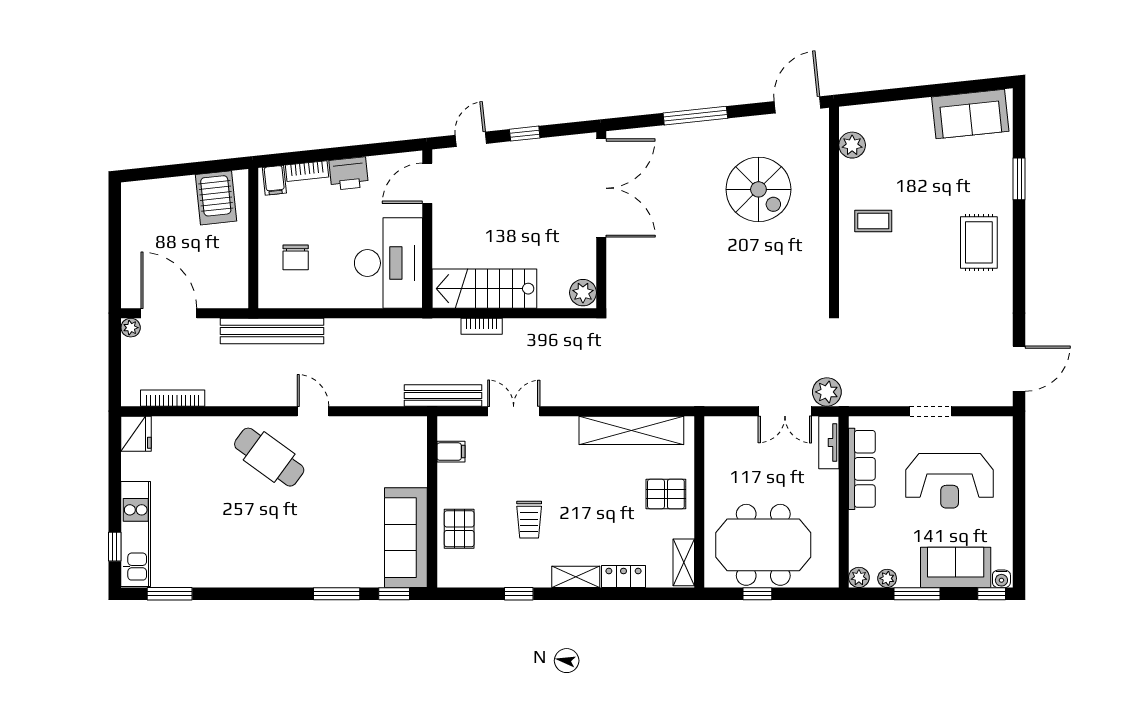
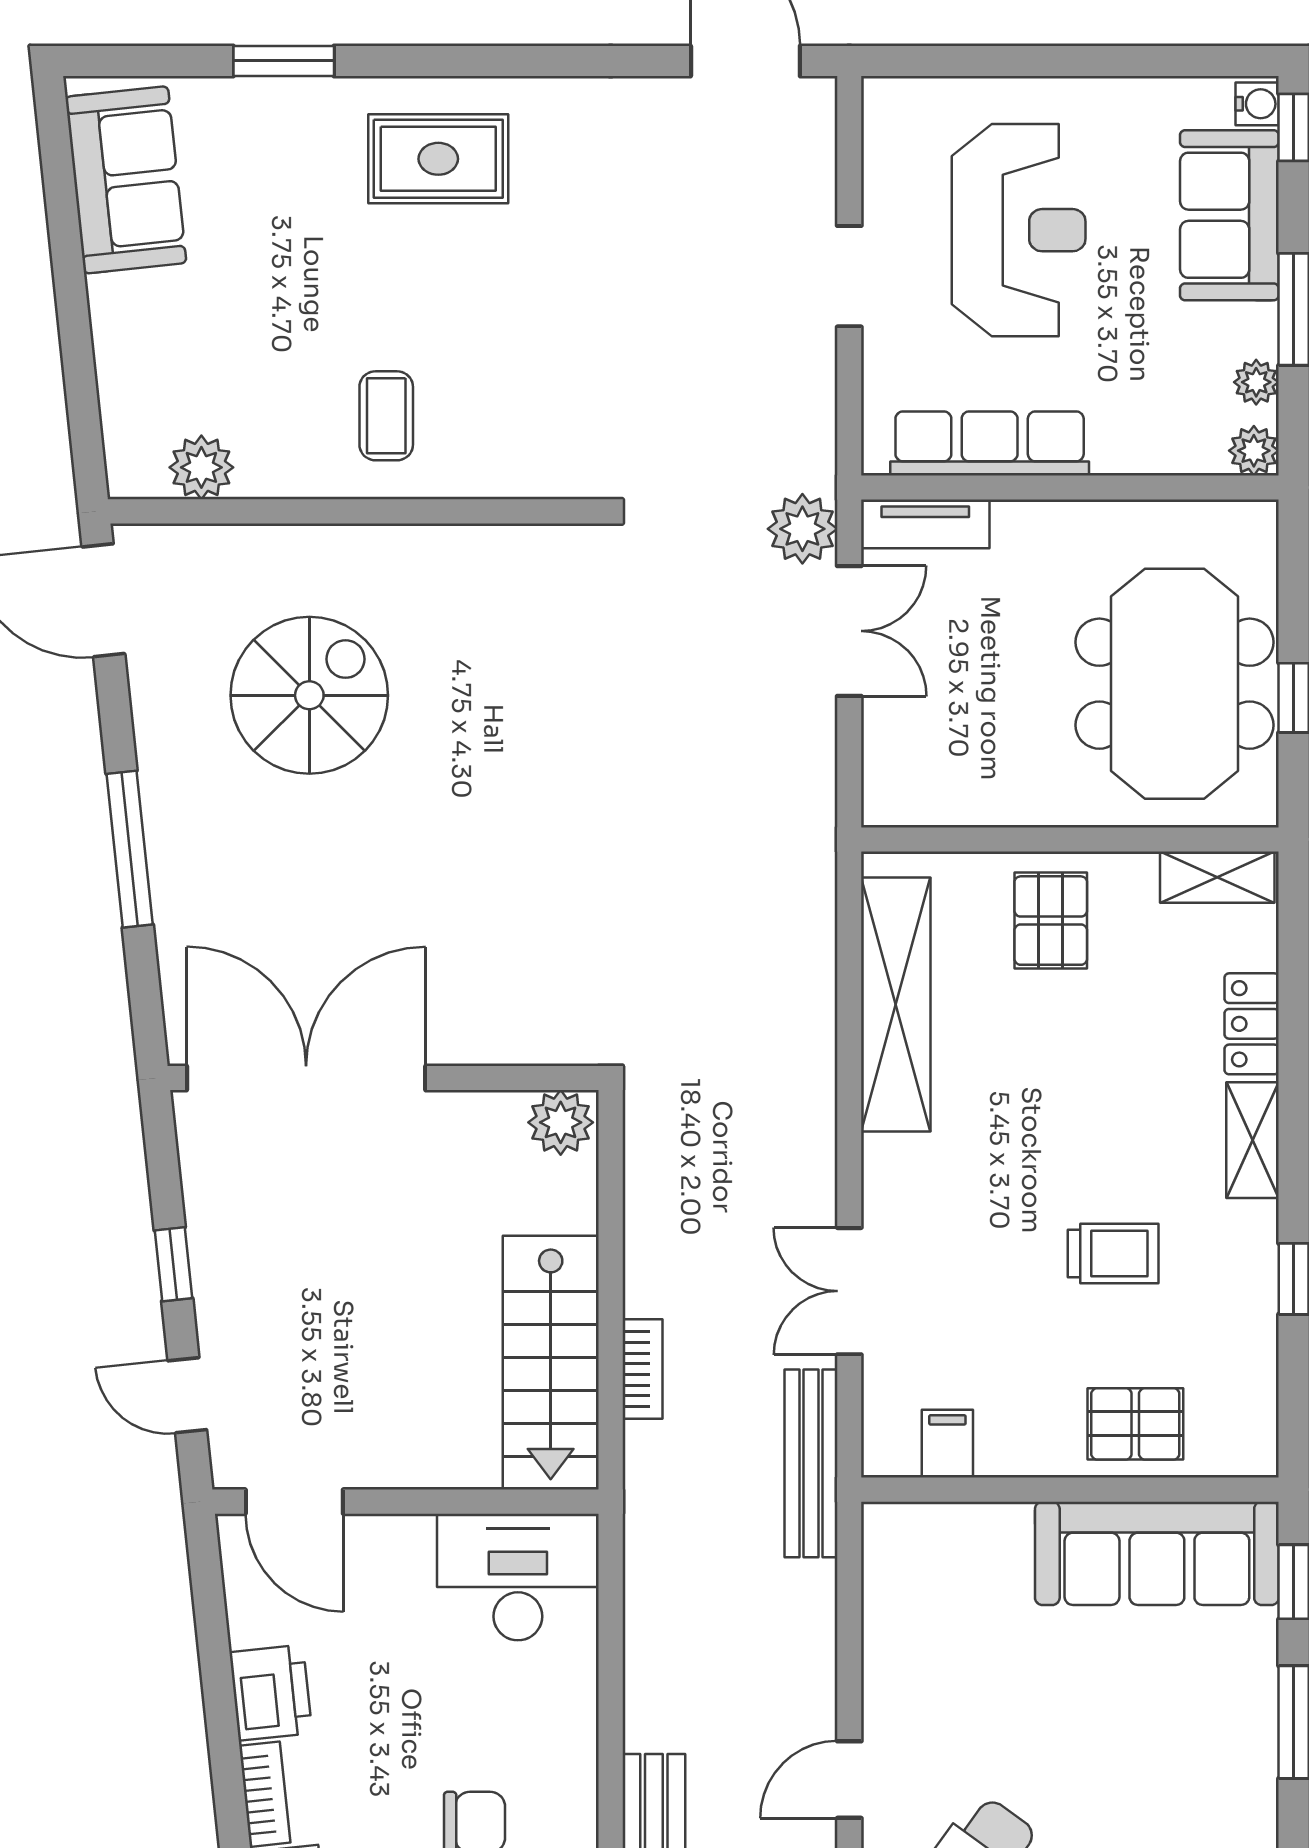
desk: (388, 263) -> (518, 1577), width x0.73, depth x0.77

